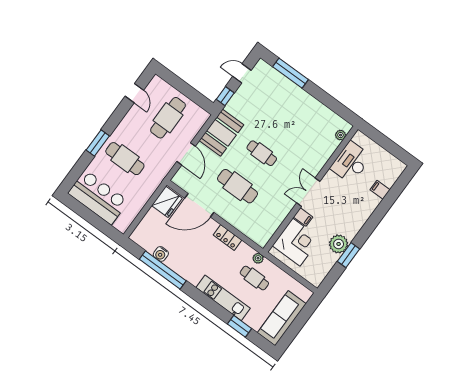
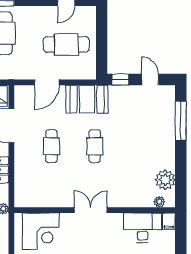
plant: (327, 118) -> (165, 180), added
cafe table: (238, 186) -> (52, 146), width x0.73, depth x0.74
filing cabinet: (303, 217) -> (169, 221), moved

